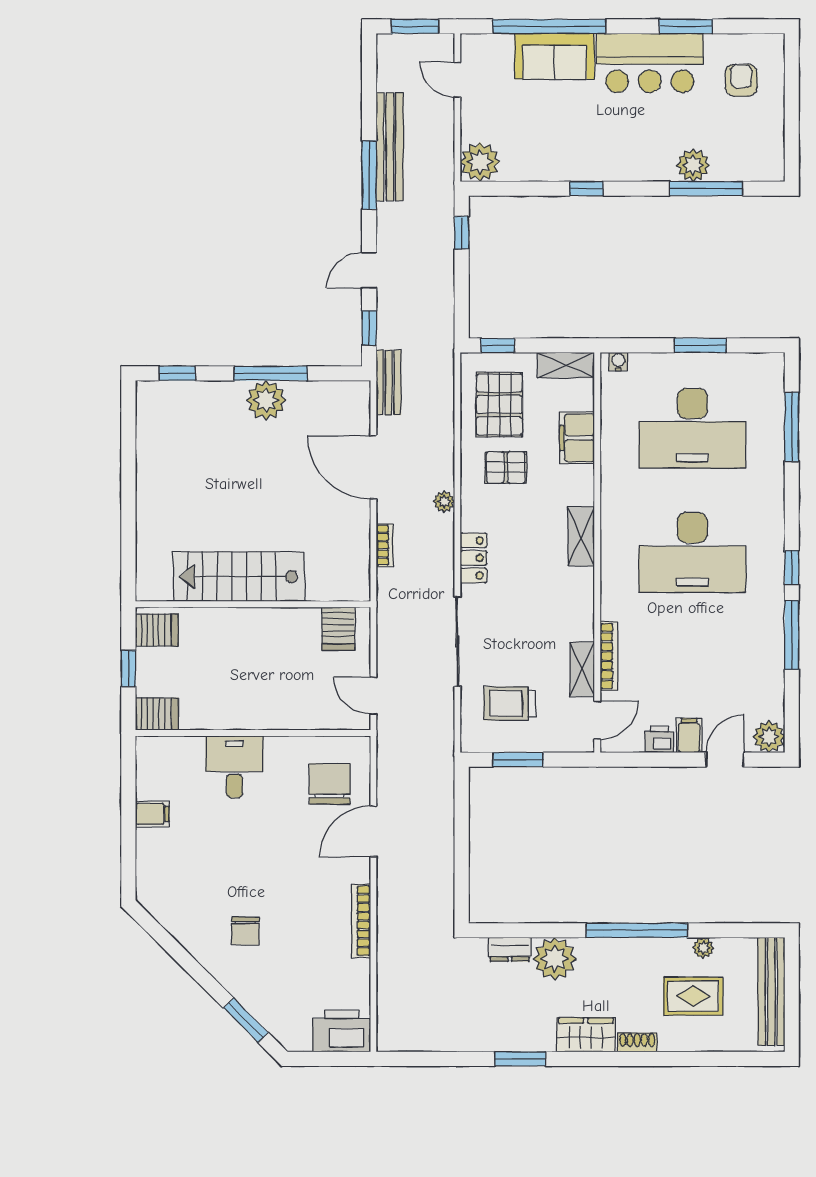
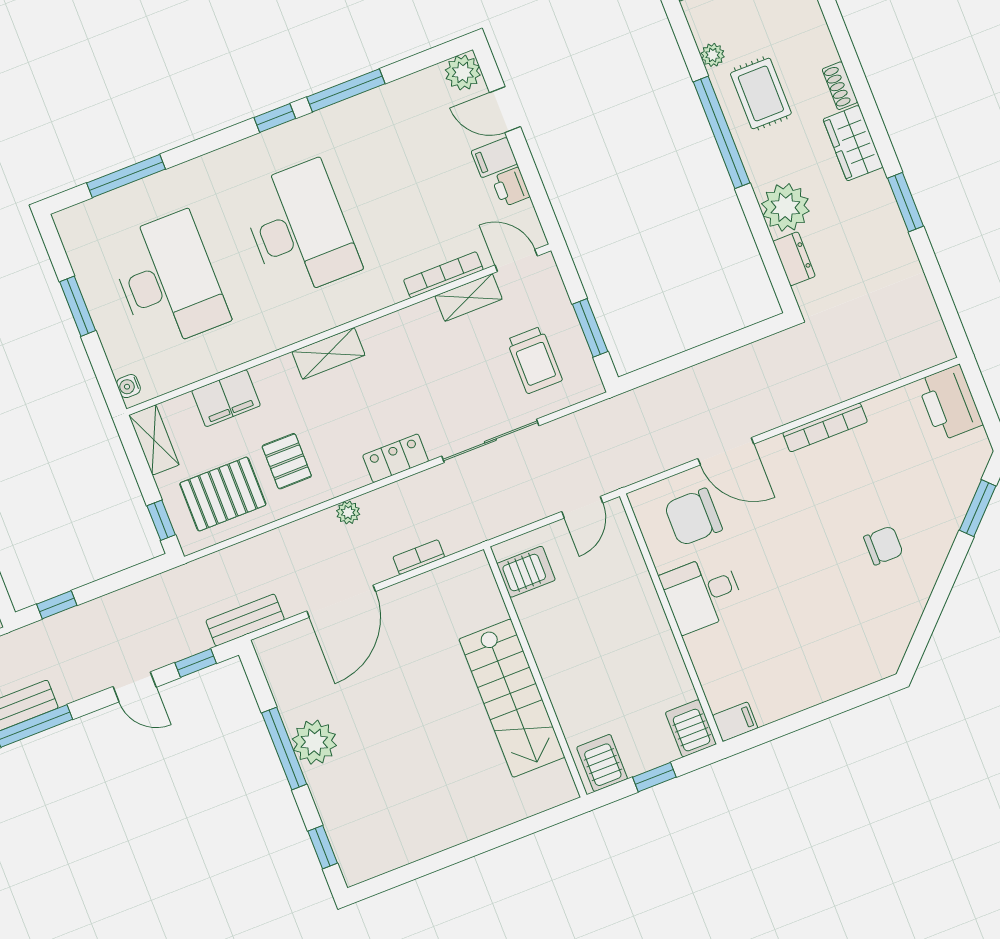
desk: (234, 767) -> (702, 593), moved
filing cabinet: (152, 814) -> (735, 722), moved, turned 90
rug: (693, 996) -> (761, 93), moved

